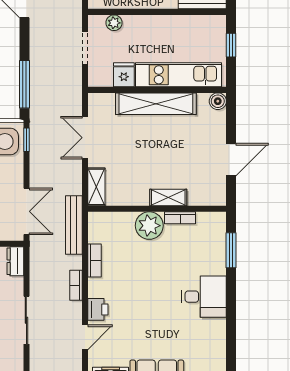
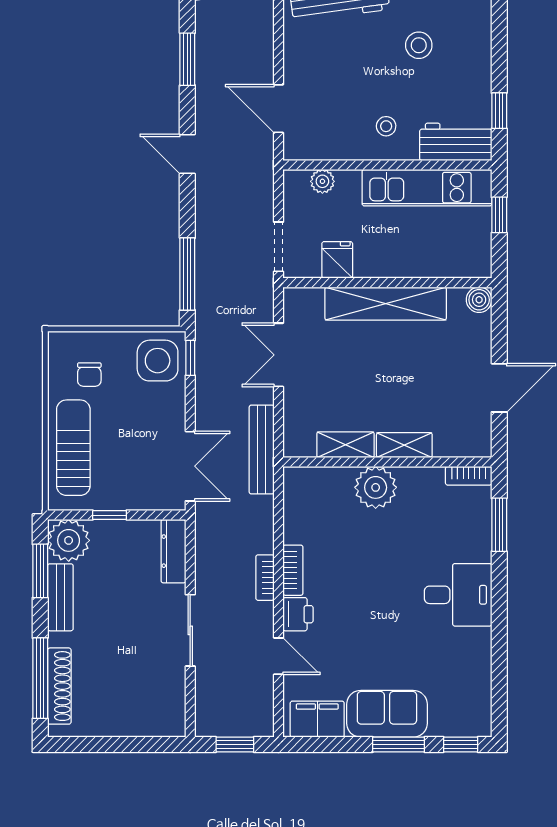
doorway: (85, 48) -> (279, 247), moved
kitchen unit: (179, 75) -> (427, 188), moved, turned 180
shelving: (96, 187) -> (345, 445), moved, turned 90
bookcase: (180, 218) -> (469, 476), moved
bench: (74, 225) -> (262, 450), moved
dresser: (15, 261) -> (173, 551), width x1.44
bookcase: (95, 261) -> (293, 570), moved
door: (85, 337) -> (279, 656), hinge flipped

